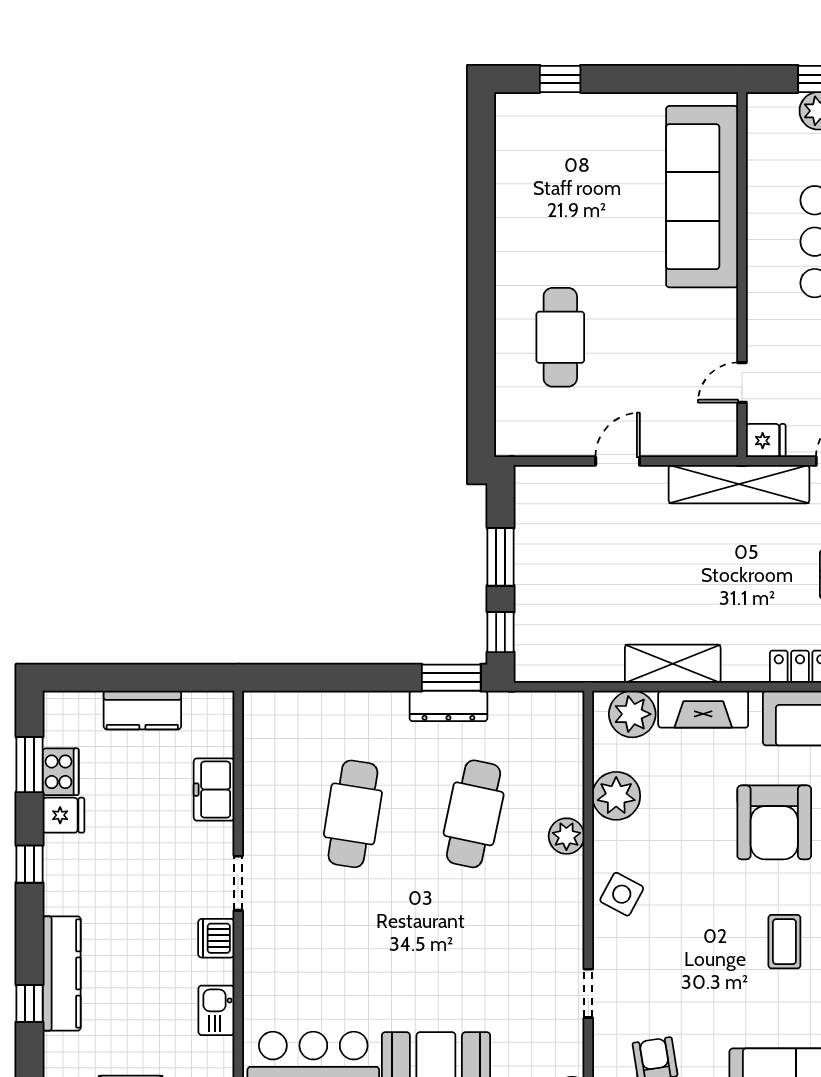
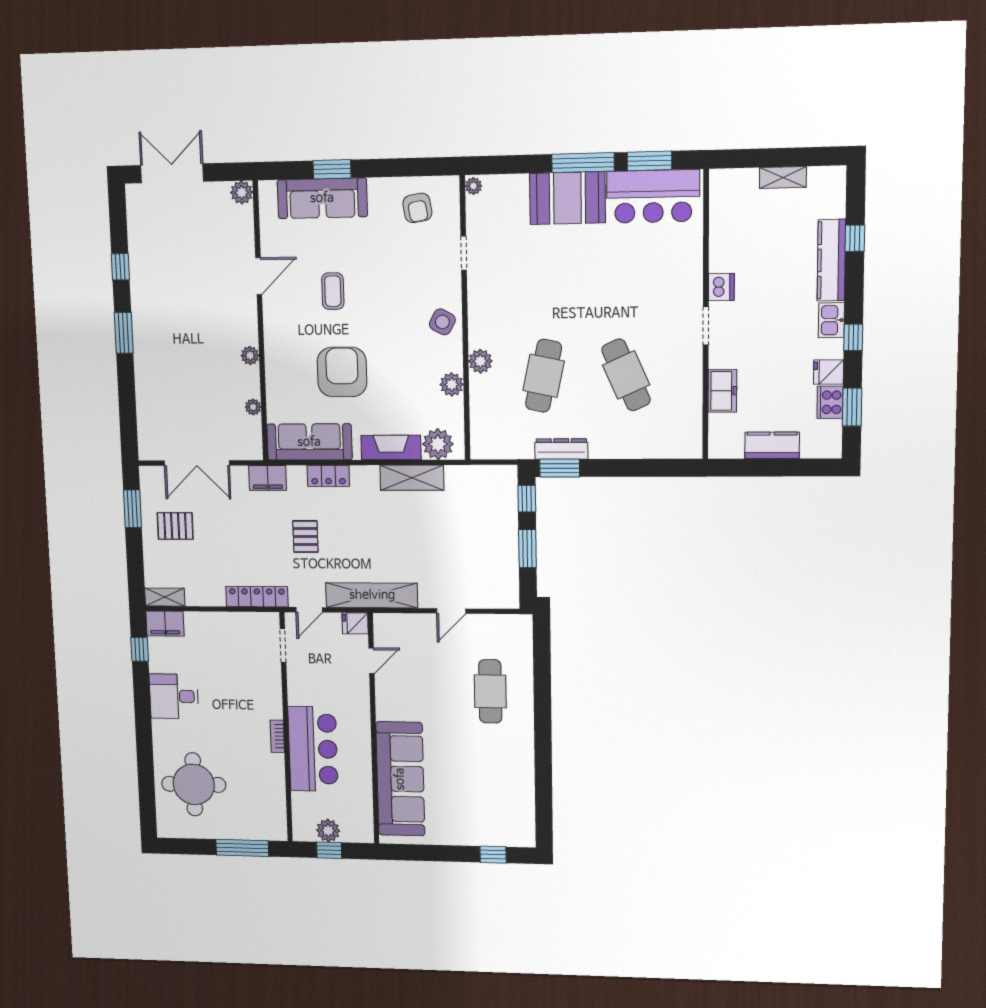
plant: (616, 796) -> (452, 384), width x0.73, depth x0.73
cafe table: (353, 814) -> (626, 375), turned -33
kitchen sink: (216, 1010) -> (831, 320), moved, turned 180

